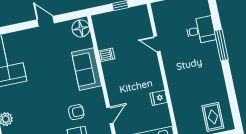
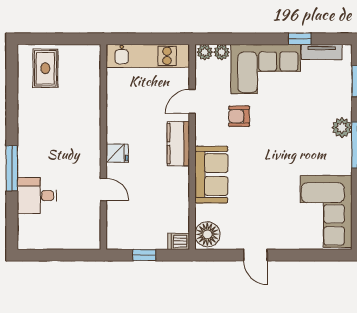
dishwasher: (107, 55) -> (179, 241), moved
kitchen counter: (113, 85) -> (178, 144), added
fridge: (159, 98) -> (117, 153), moved

